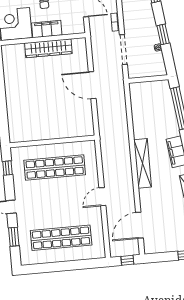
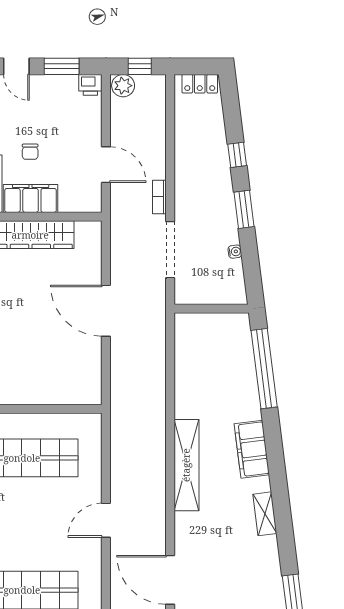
window: (163, 34) -> (244, 209), moved
door: (139, 225) -> (170, 580), hinge flipped

